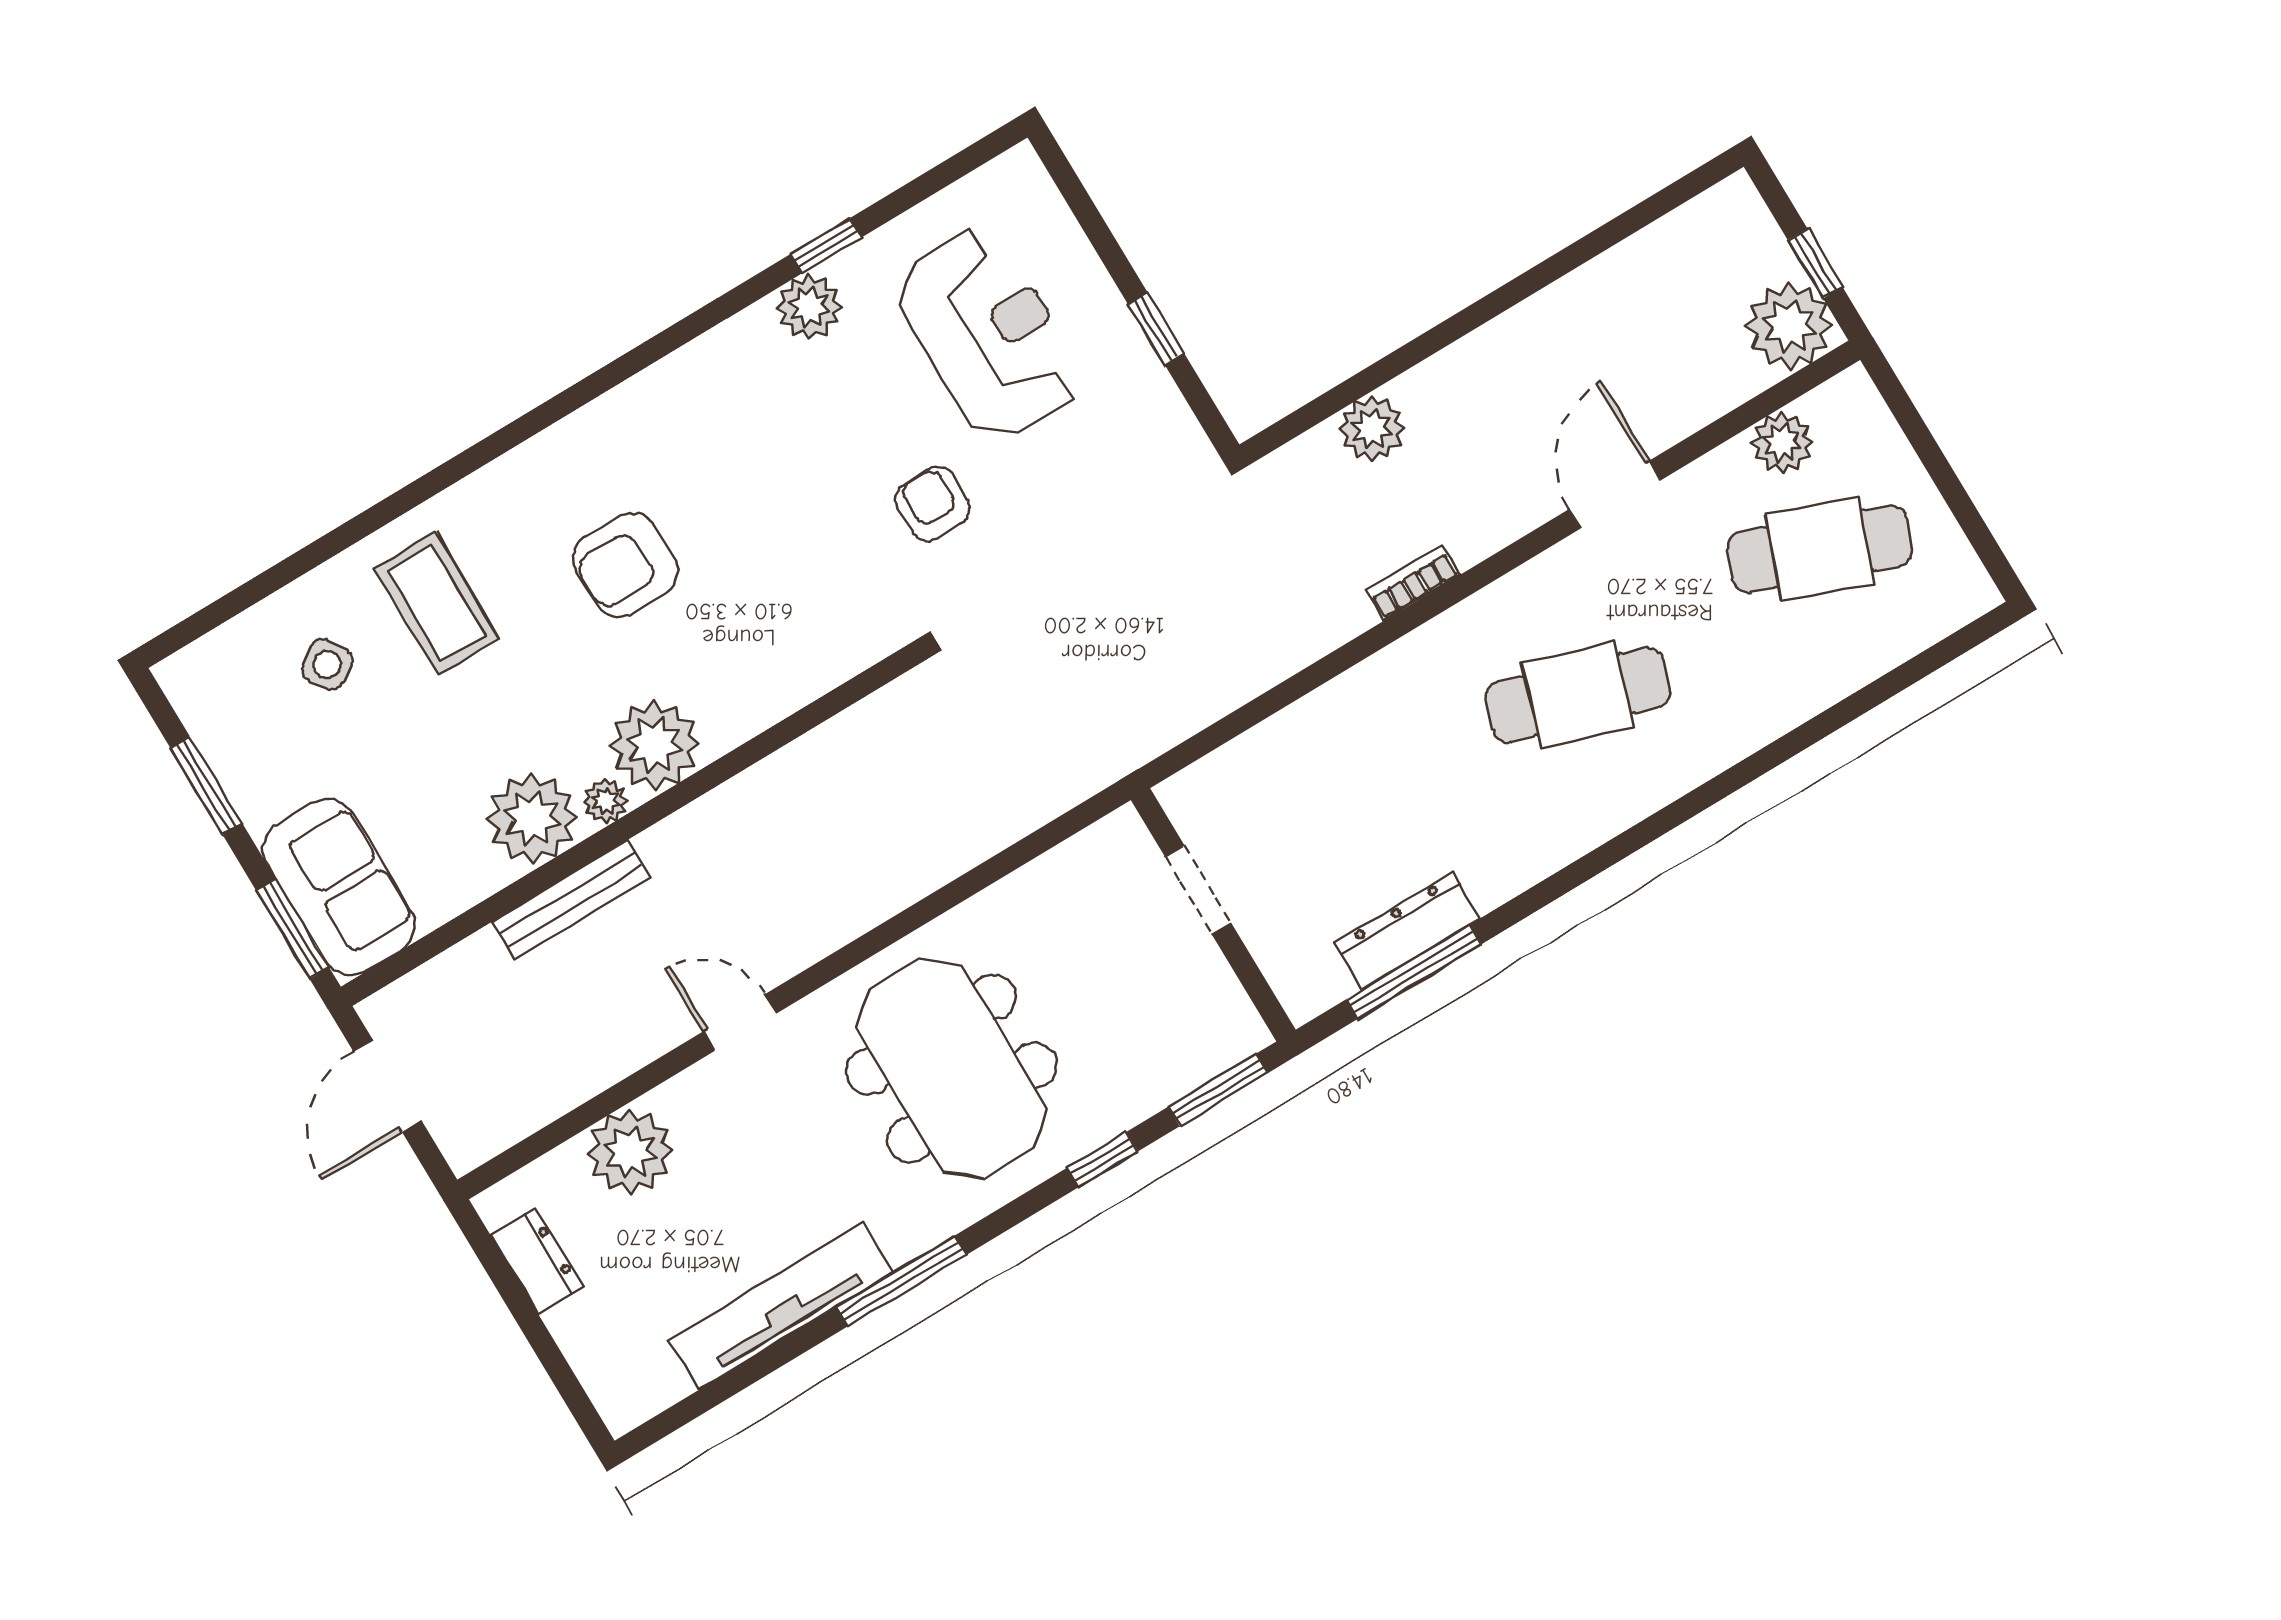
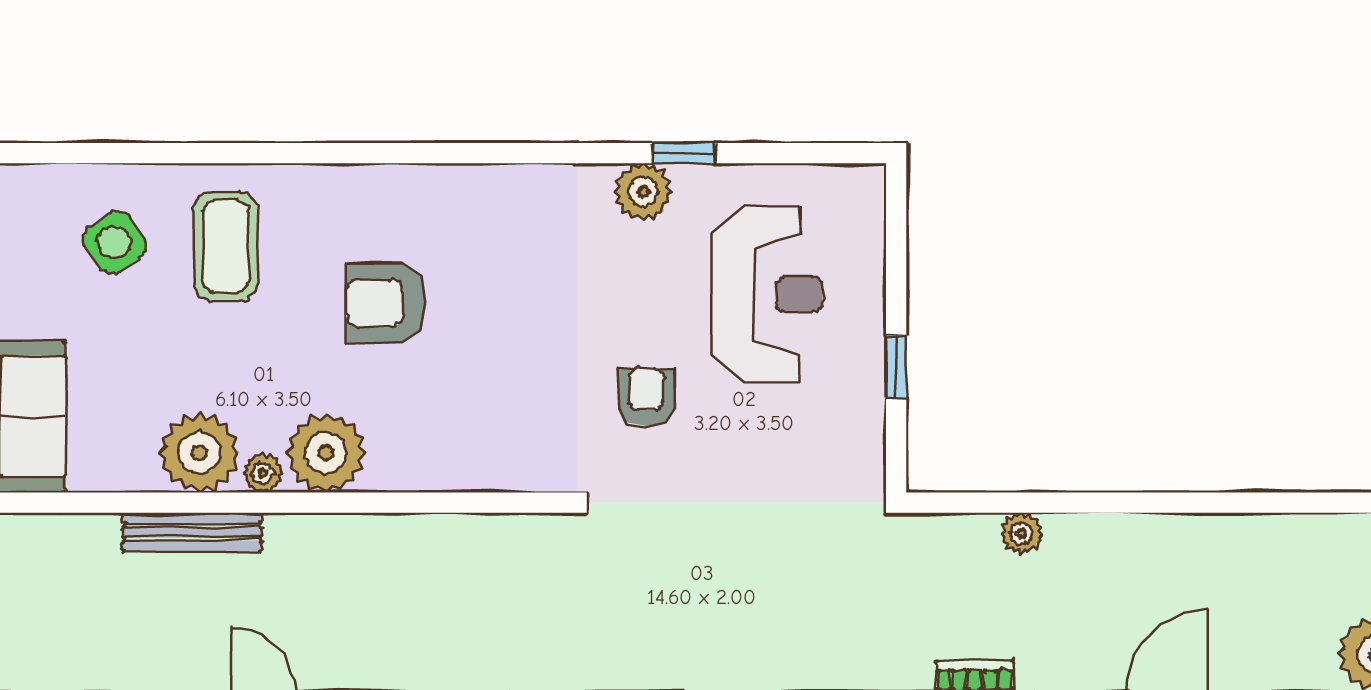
plant: (1372, 429) -> (1021, 533), width x0.73, depth x0.73
side table: (327, 664) -> (114, 242), width x1.37, depth x1.37

